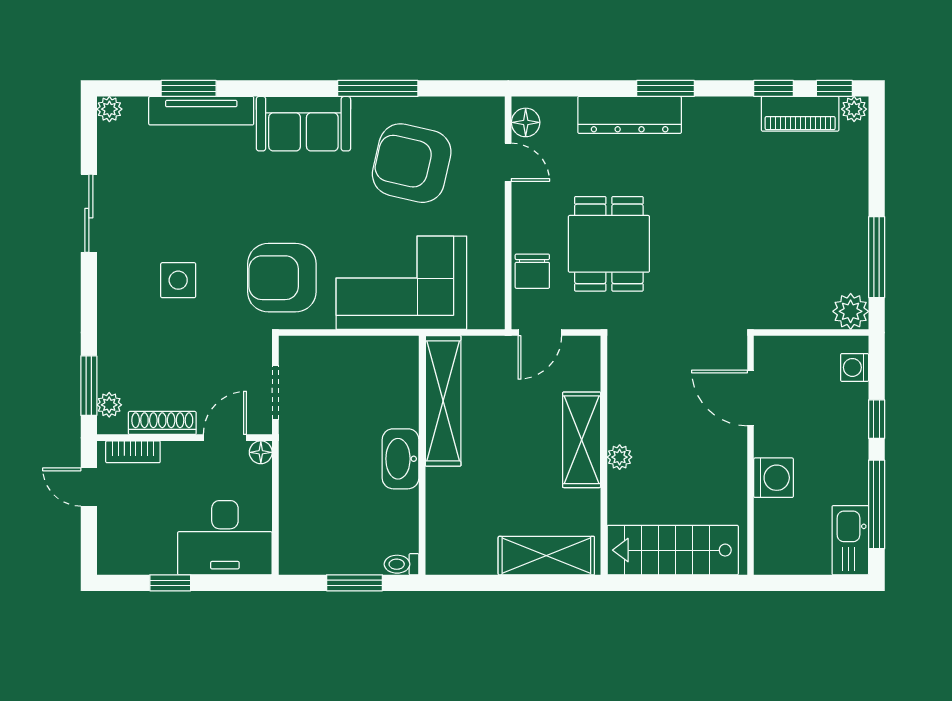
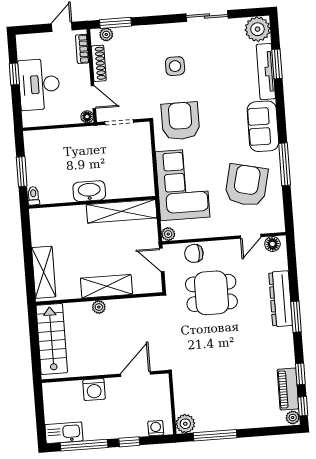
plant: (109, 109) -> (258, 29), width x1.88, depth x1.88
plant: (492, 317) -> (168, 234), added
desk: (225, 538) -> (39, 84), moved

